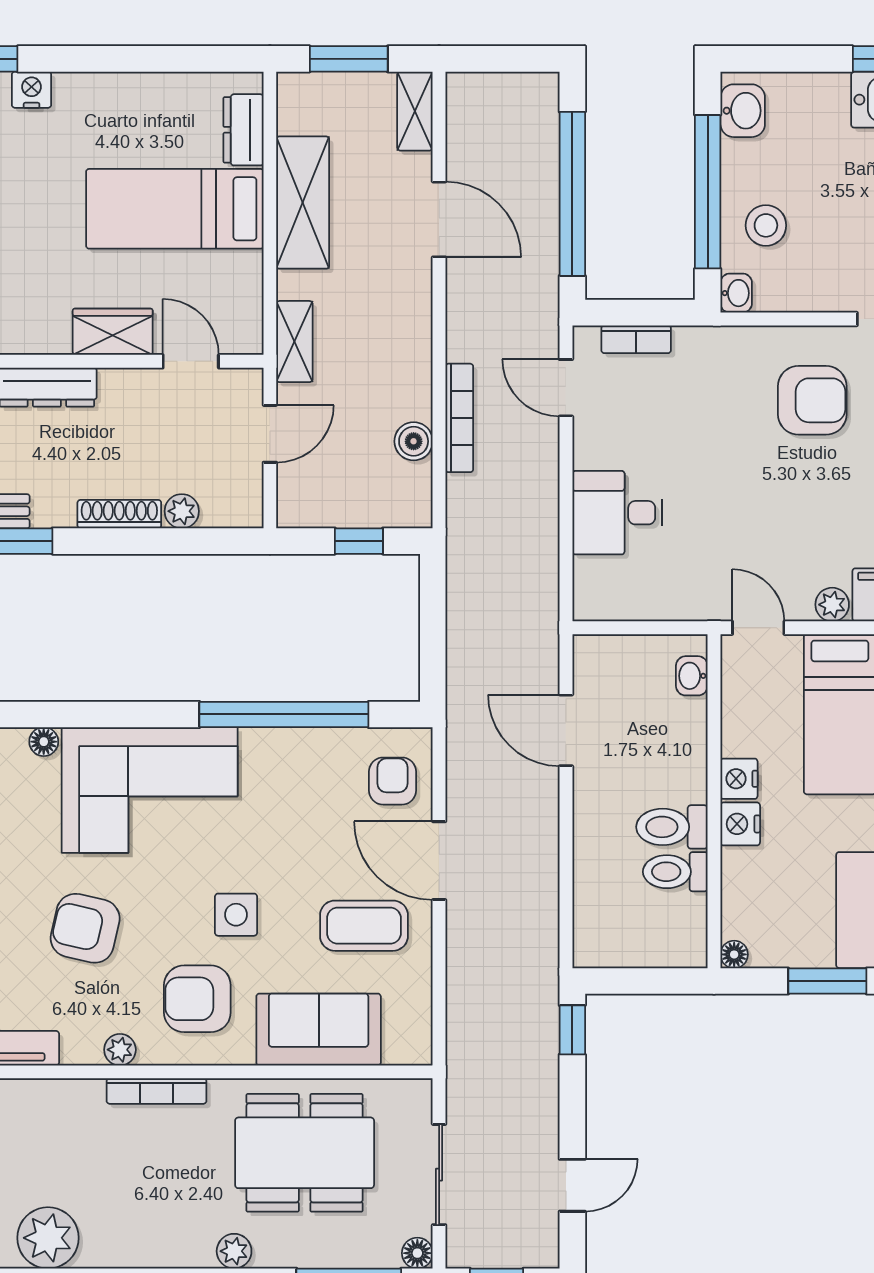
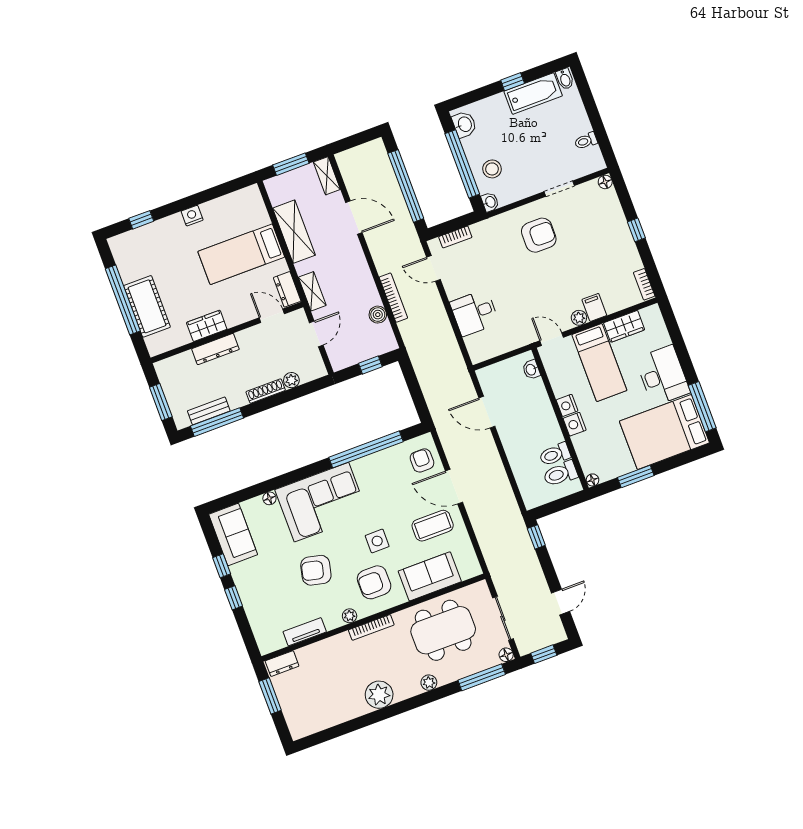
nightstand: (32, 90) -> (192, 216), moved
dresser: (244, 130) -> (287, 289), moved
wardrobe: (113, 332) -> (207, 326), moved
toilet: (672, 827) -> (560, 474), moved
plant: (48, 1238) -> (379, 695), moved

